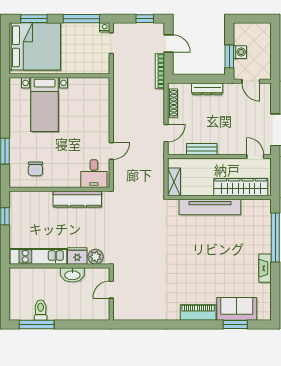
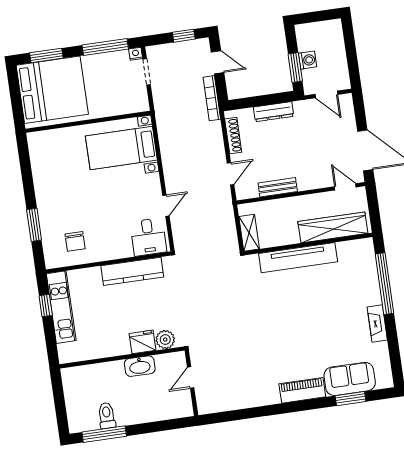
bed with nightstands: (45, 104) -> (121, 148), moved, turned 90
kitchen unit: (38, 256) -> (61, 307), moved, turned 90

